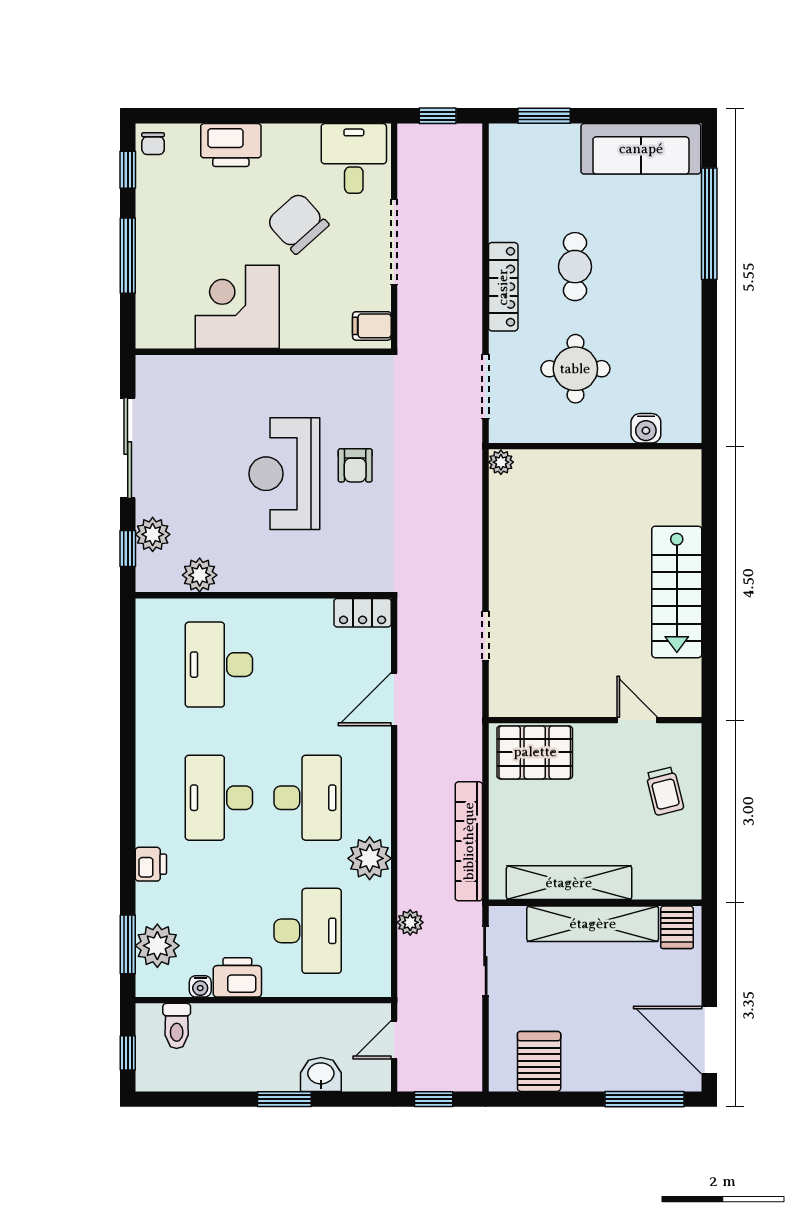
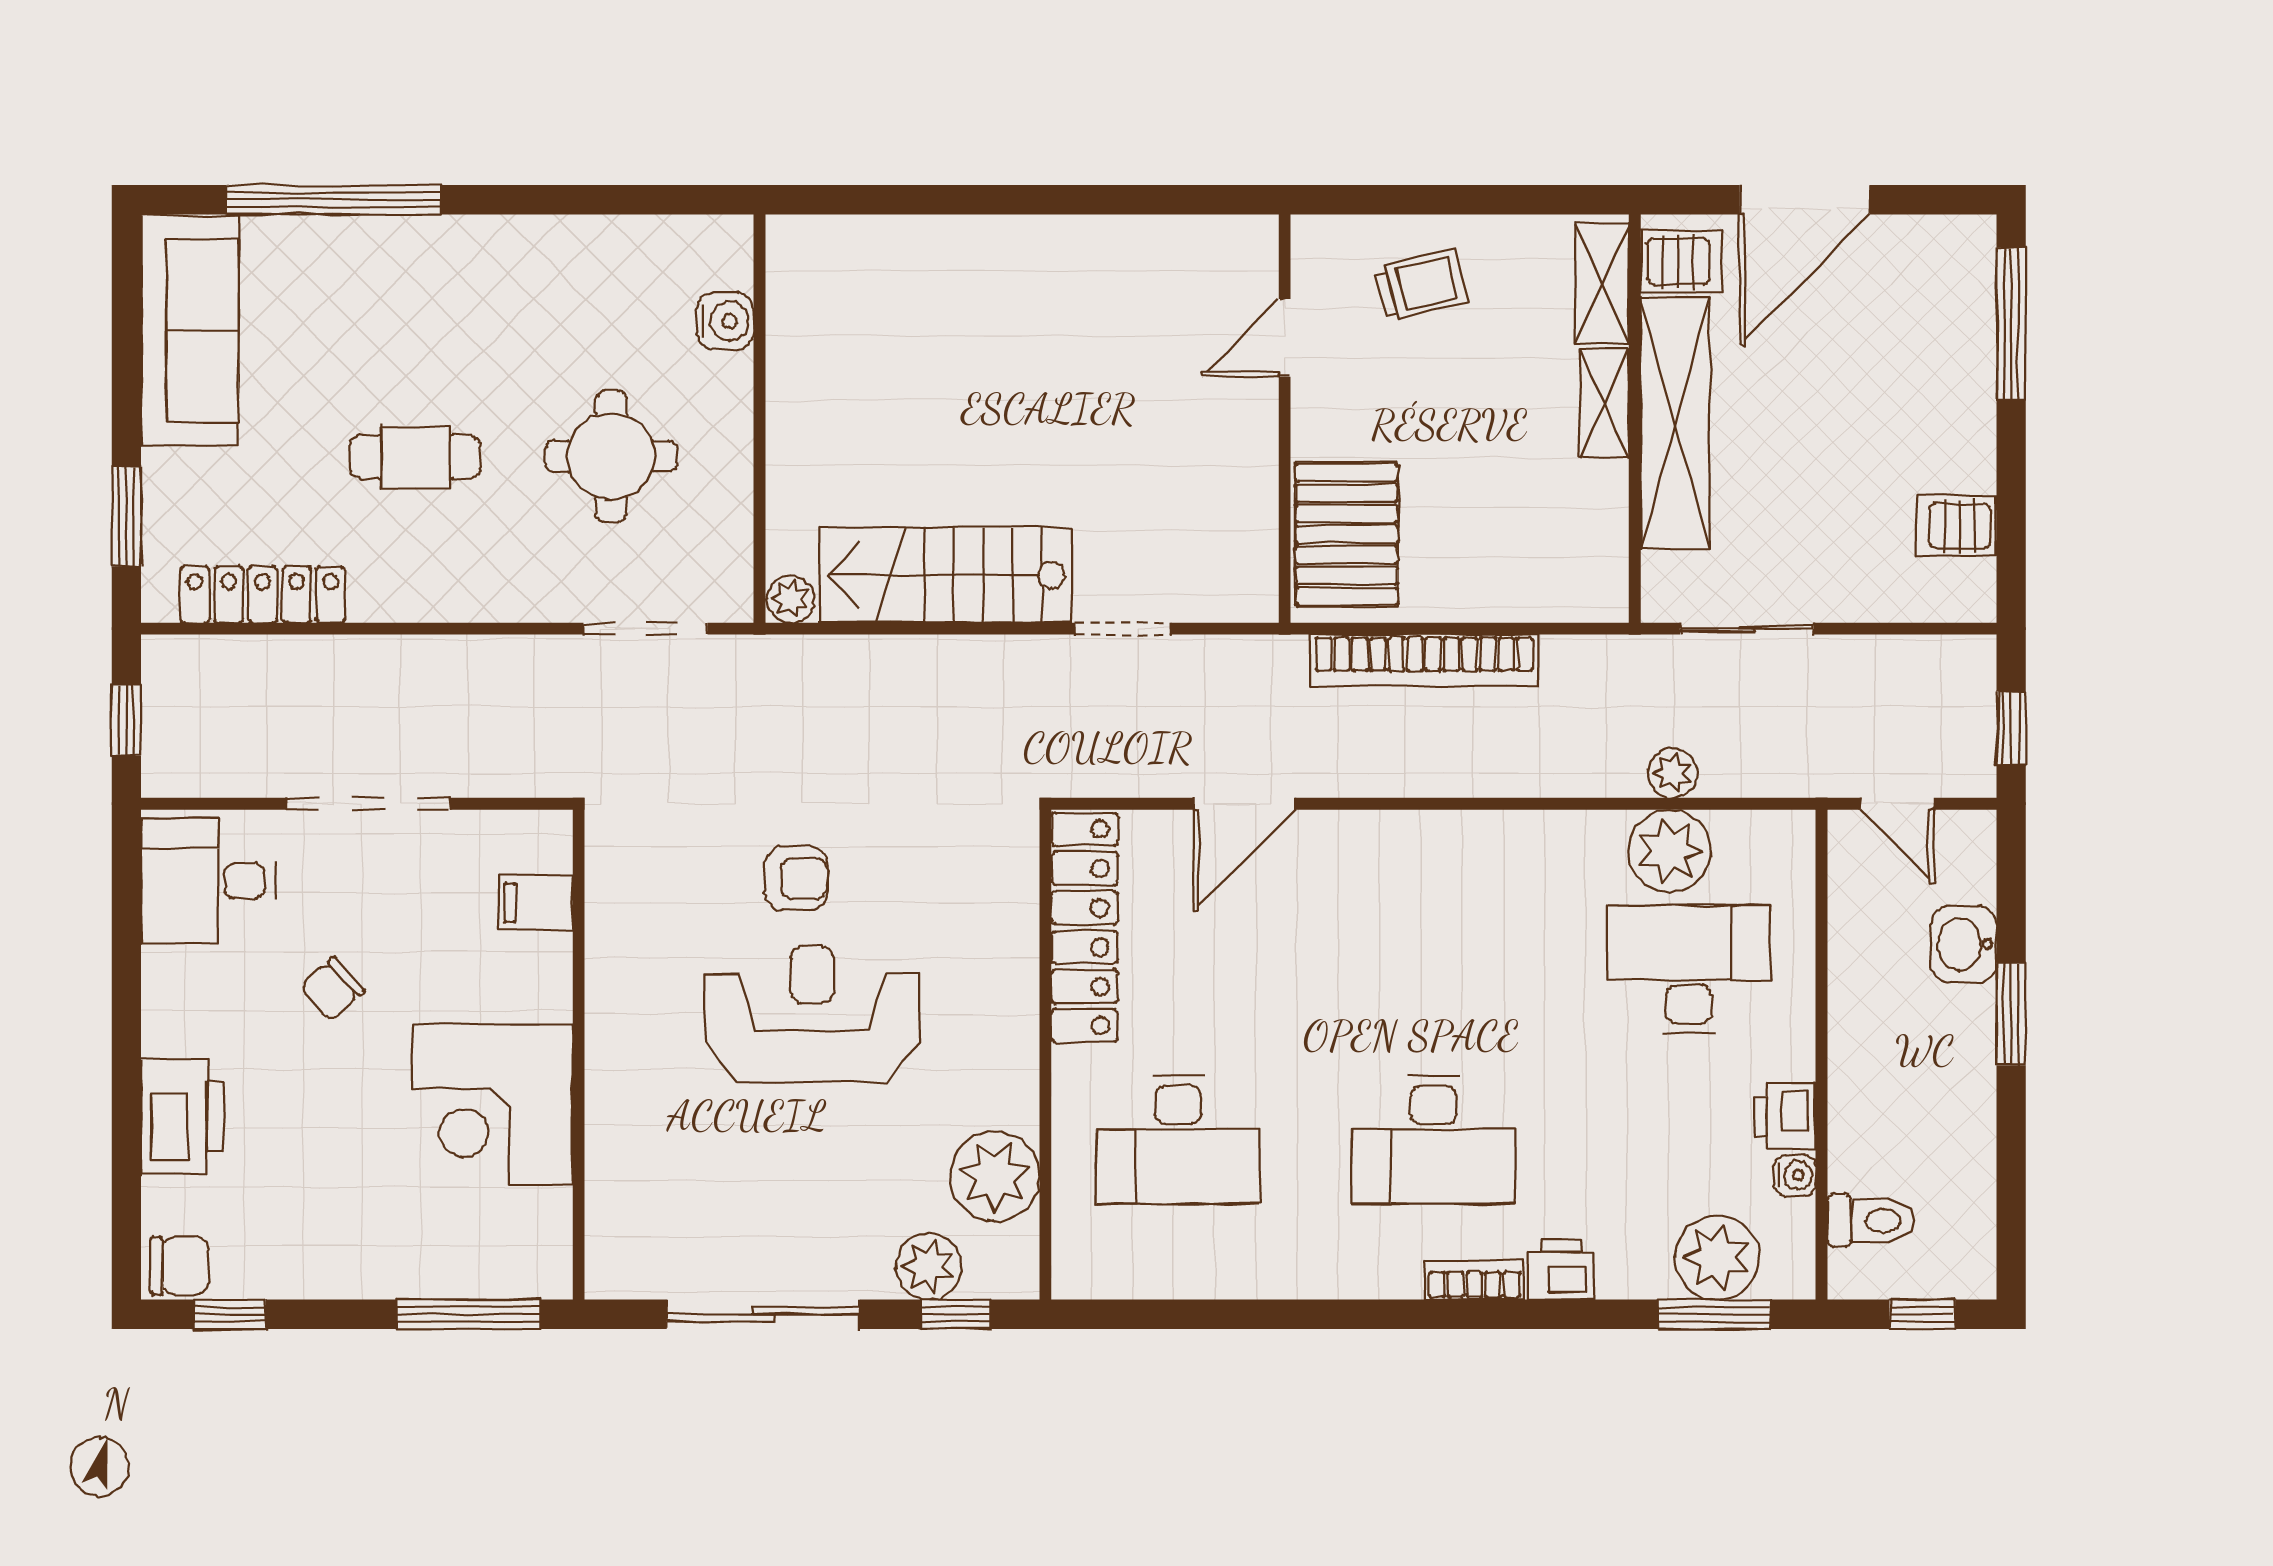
chair: (153, 144) -> (180, 1266), width x1.37, depth x1.37
chair: (298, 223) -> (332, 989), width x0.54, depth x0.54
window: (128, 256) -> (468, 1314), moved
locker: (503, 287) -> (263, 595), moved
filing cabinet: (372, 326) -> (536, 903), moved, turned 90
reception desk: (284, 474) -> (812, 1014), turned 180
plant: (200, 575) -> (995, 1177), width x1.36, depth x1.36
stairs: (677, 592) -> (945, 575), moved, turned 180
locker: (363, 613) -> (1085, 928), width x2.16, depth x1.21
door: (394, 699) -> (1244, 804), hinge flipped
desk: (308, 798) -> (1433, 970), removed
bookcase: (146, 819) -> (1474, 1280), added
bookcase: (469, 841) -> (1424, 660), moved
plant: (370, 858) -> (1670, 851), moved
shelving: (569, 883) -> (1604, 403), width x0.45, depth x0.75
shelving: (665, 886) -> (1602, 284), added
printer: (237, 977) -> (1785, 1116), width x0.73, depth x0.81
door: (709, 1040) -> (1805, 200), moved
server rack: (539, 1061) -> (1956, 526), width x0.73, depth x0.70

